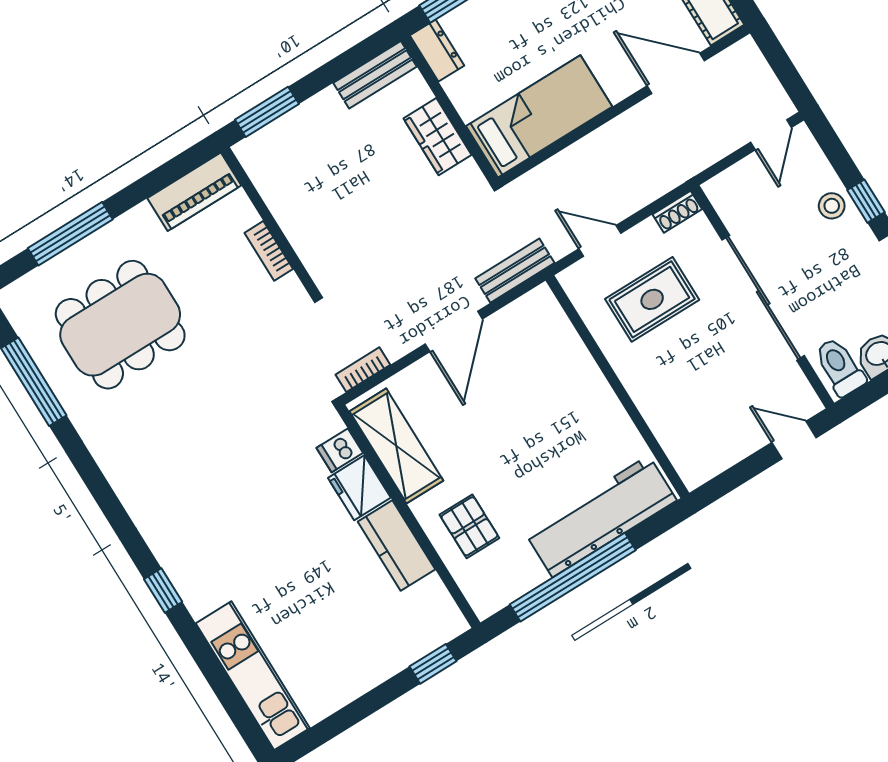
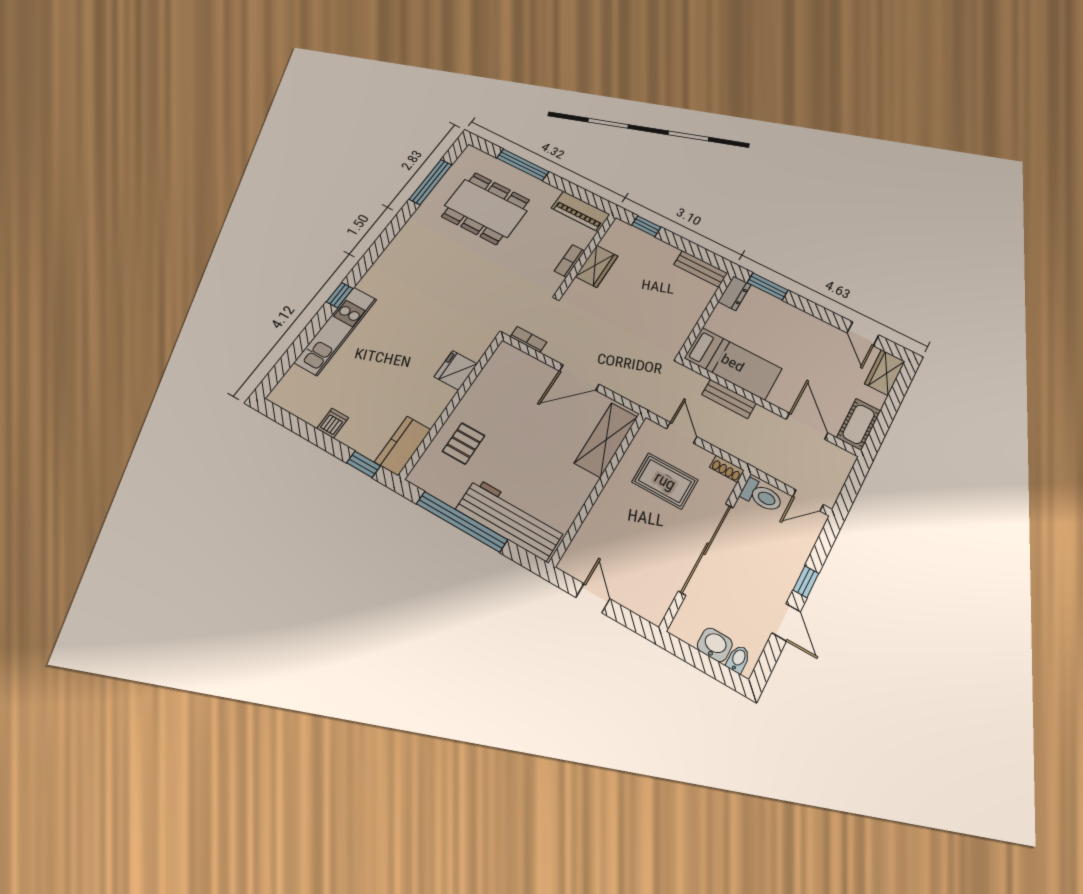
window: (267, 112) -> (646, 226), width x0.67
wardrobe: (437, 137) -> (597, 266), moved, turned 180
stool: (832, 206) -> (789, 561), removed
bench: (515, 271) -> (729, 399), moved
toilet: (840, 367) -> (762, 496), moved, turned 90
door: (794, 440) -> (593, 598), moved
shelving: (396, 446) -> (606, 440), moved
dishwasher: (340, 450) -> (333, 423), moved, turned 90
kitchen counter: (396, 545) -> (403, 446), moved
kitchen unit: (253, 676) -> (336, 331), moved

